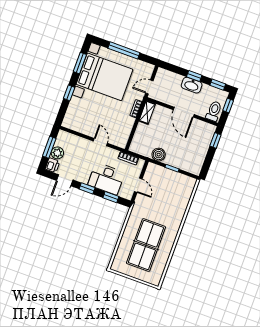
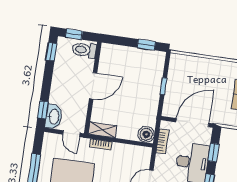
window: (194, 76) -> (43, 110), moved
washbasin: (192, 85) -> (54, 117), moved
window: (215, 140) -> (146, 45), moved
boiler: (159, 155) -> (146, 134), moved
door: (138, 185) -> (192, 123), width x1.88

